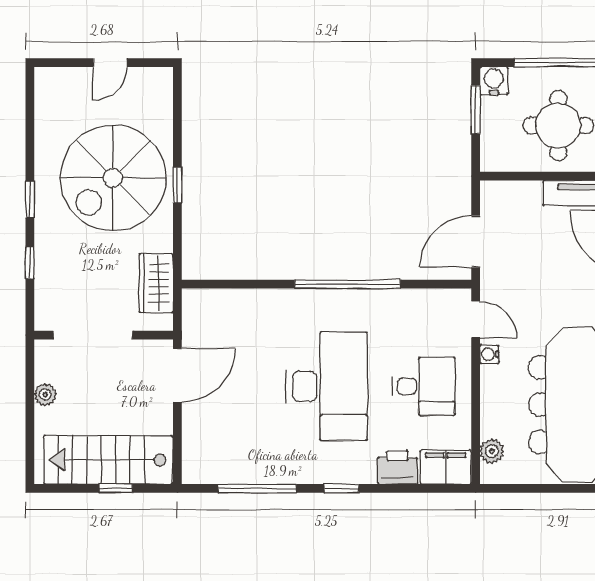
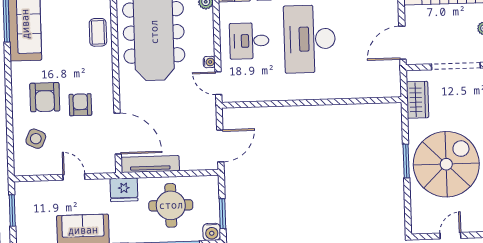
window: (177, 185) -> (406, 161), width x1.50
door: (476, 242) -> (220, 146), moved
window: (348, 284) -> (299, 103), removed

